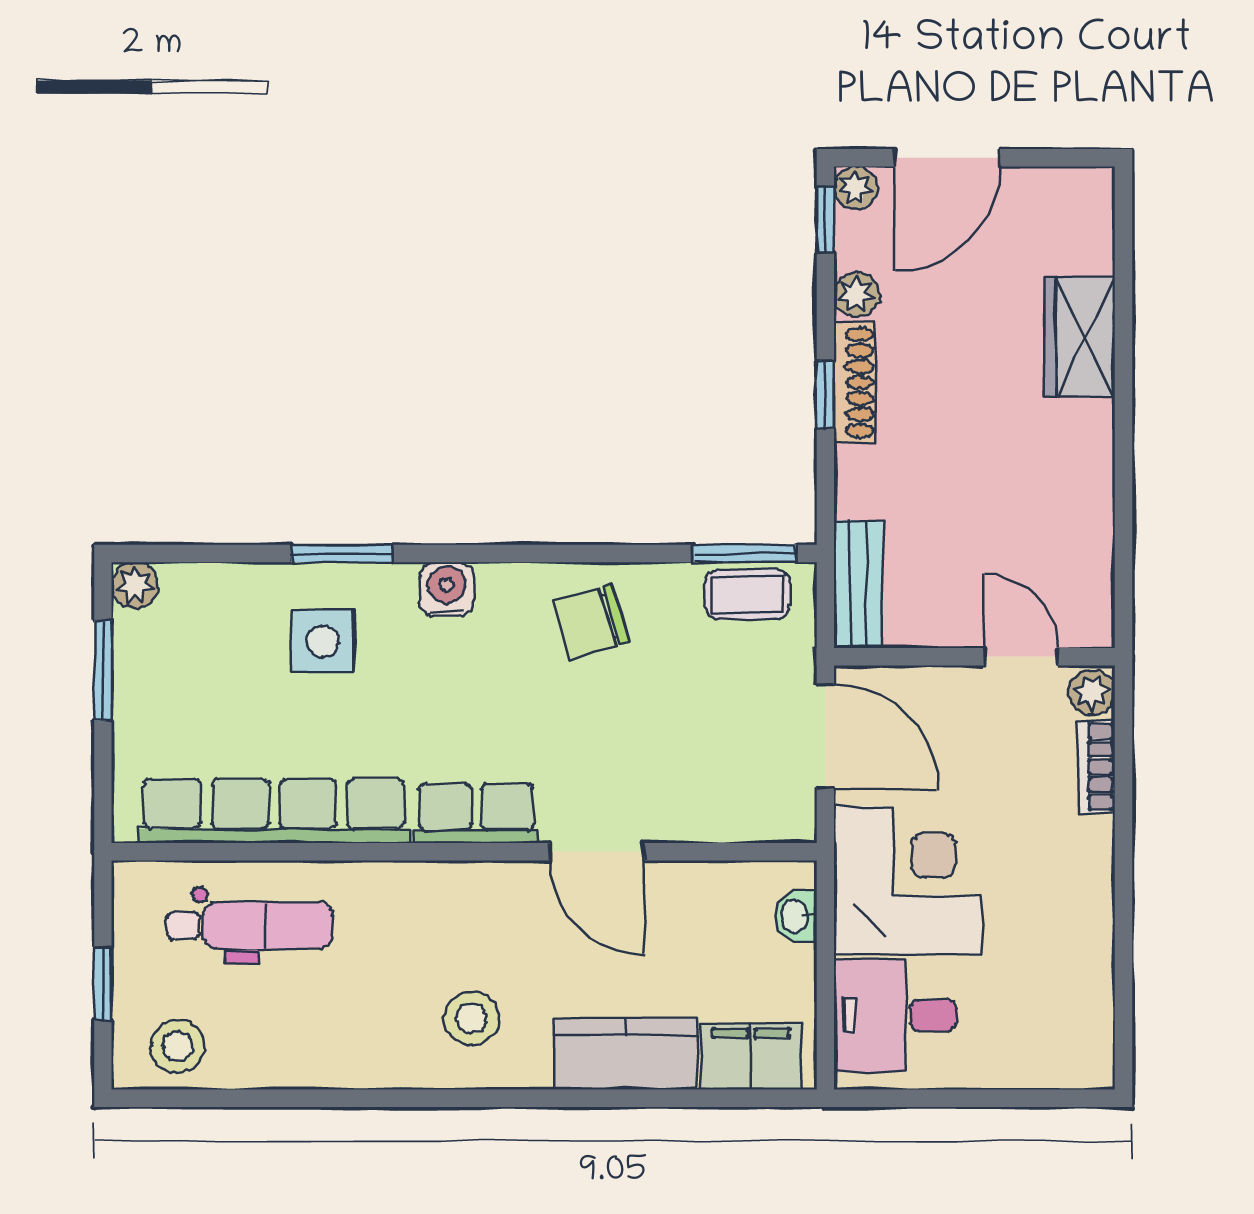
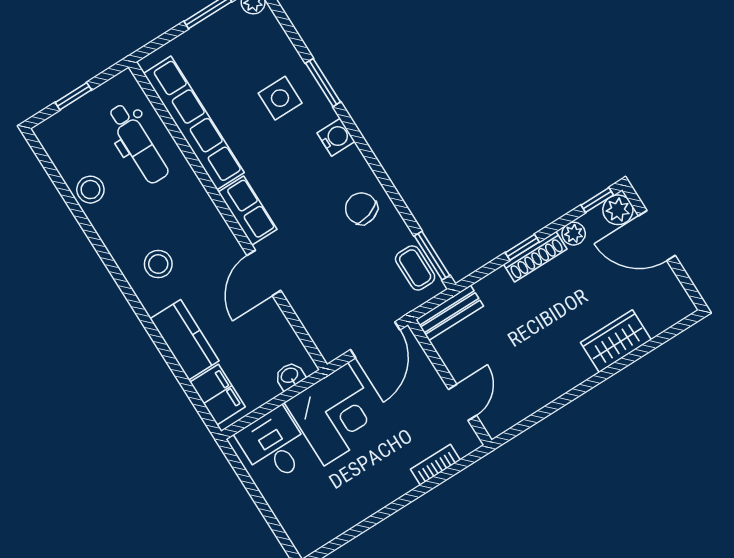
plant: (855, 188) -> (618, 210), width x1.38, depth x1.38
plant: (1092, 693) -> (466, 443), removed
stool: (178, 1046) -> (90, 190), moved

